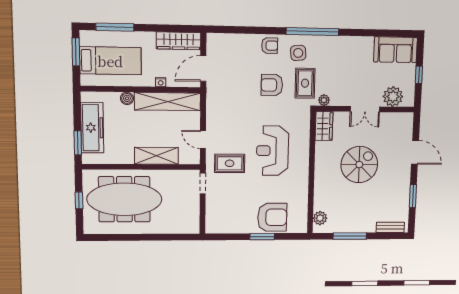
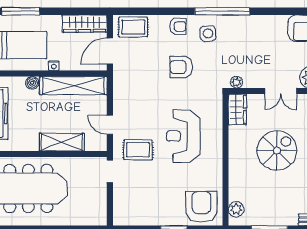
nightstand: (161, 82) -> (54, 66), moved
rug: (305, 83) -> (133, 27), moved, turned 90
armchair: (272, 217) -> (201, 207), moved, turned -90

